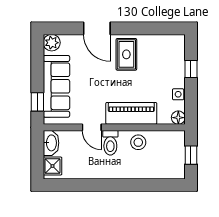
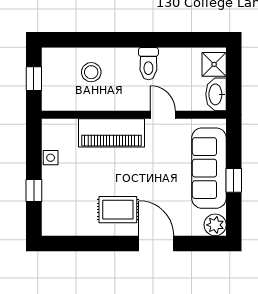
rug: (126, 54) -> (118, 210), turned 90
window: (37, 102) -> (234, 180), moved
floor lamp: (178, 118) -> (50, 127), removed
stool: (138, 142) -> (91, 72), moved
toilet: (110, 143) -> (148, 64), moved, turned 180

